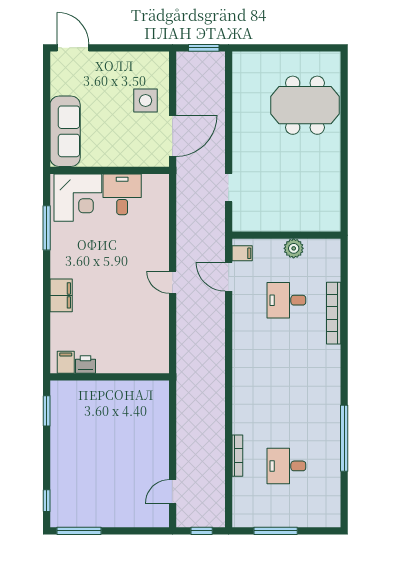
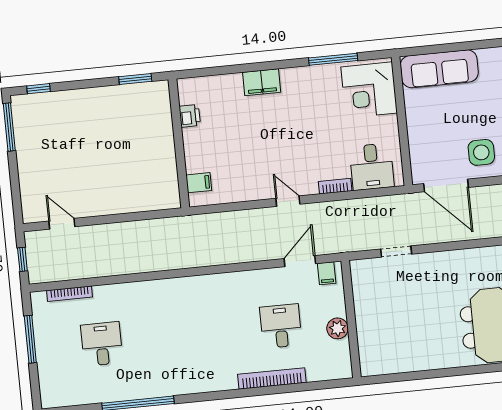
desk: (122, 194) -> (372, 167), moved, turned 90
bookcase: (163, 238) -> (335, 186), added
door: (173, 282) -> (288, 201), hinge flipped
filing cabinet: (66, 362) -> (199, 183), moved
bookcase: (237, 456) -> (70, 294), moved

